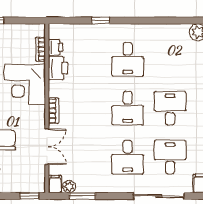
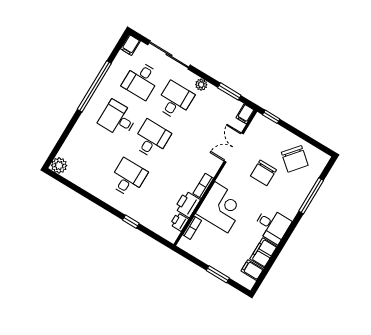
desk: (170, 108) -> (118, 119), turned 90
bookcase: (54, 111) -> (203, 186), moved
plant: (69, 187) -> (201, 85), moved

